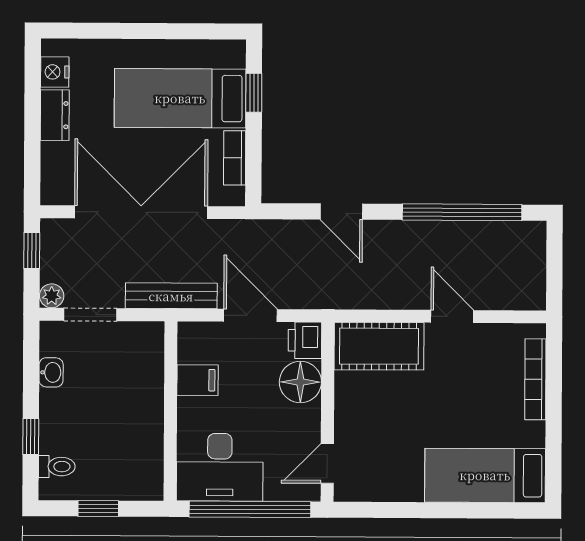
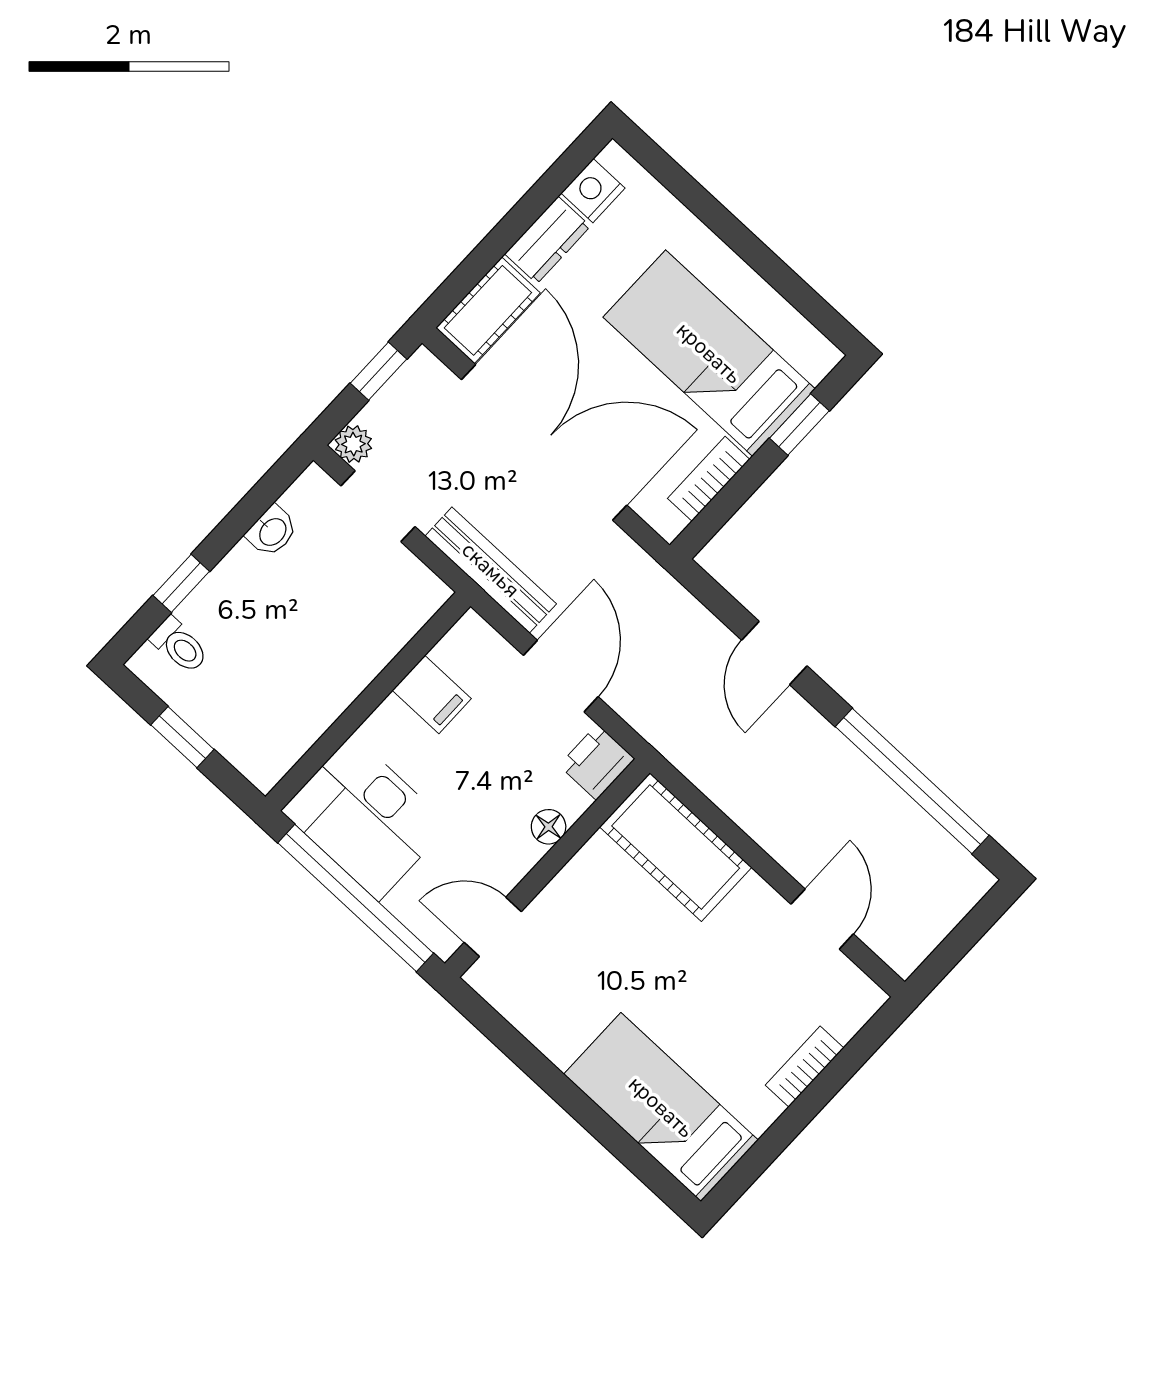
cot: (57, 174) -> (488, 310), added
door: (452, 316) -> (822, 919), moved
bookcase: (535, 379) -> (805, 1067), width x0.64
floor lamp: (300, 382) -> (549, 827), width x0.53, depth x0.53

